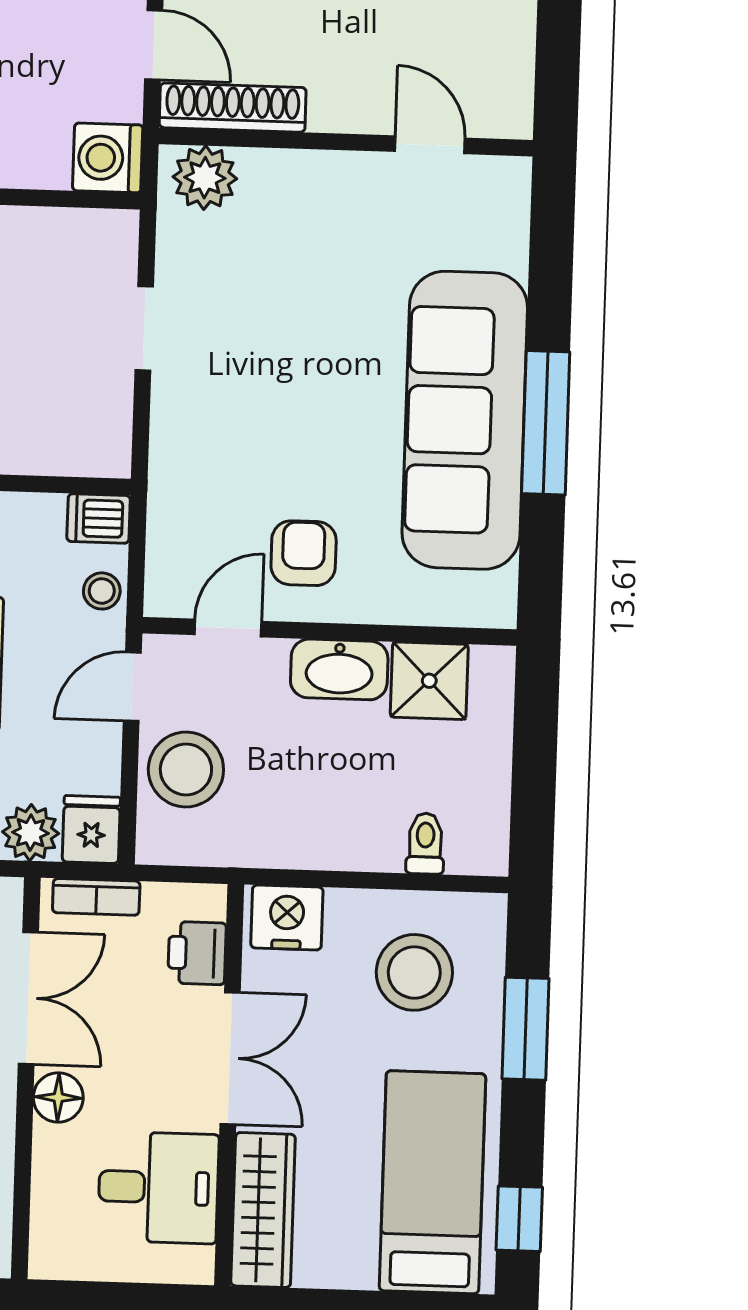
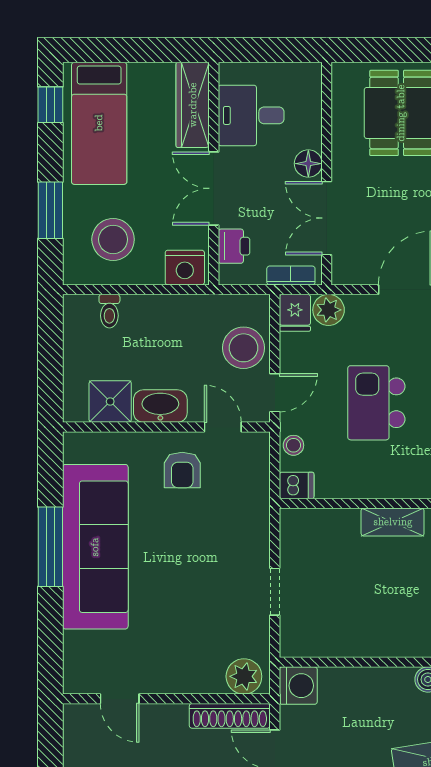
door: (228, 628) -> (223, 427), swing flipped

